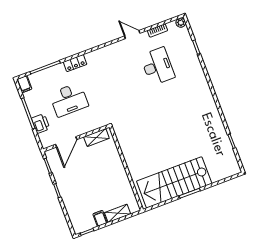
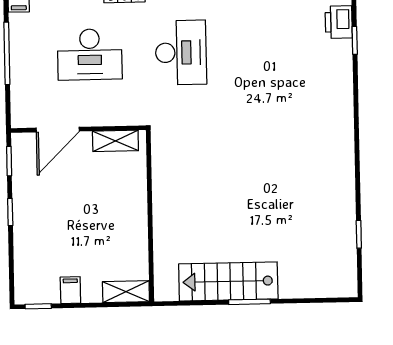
desk: (158, 66) -> (181, 53), moved
printer: (41, 124) -> (339, 22), moved, turned 180
stairs: (174, 182) -> (228, 281), width x0.73, depth x0.66
shelving: (118, 213) -> (126, 292), moved

